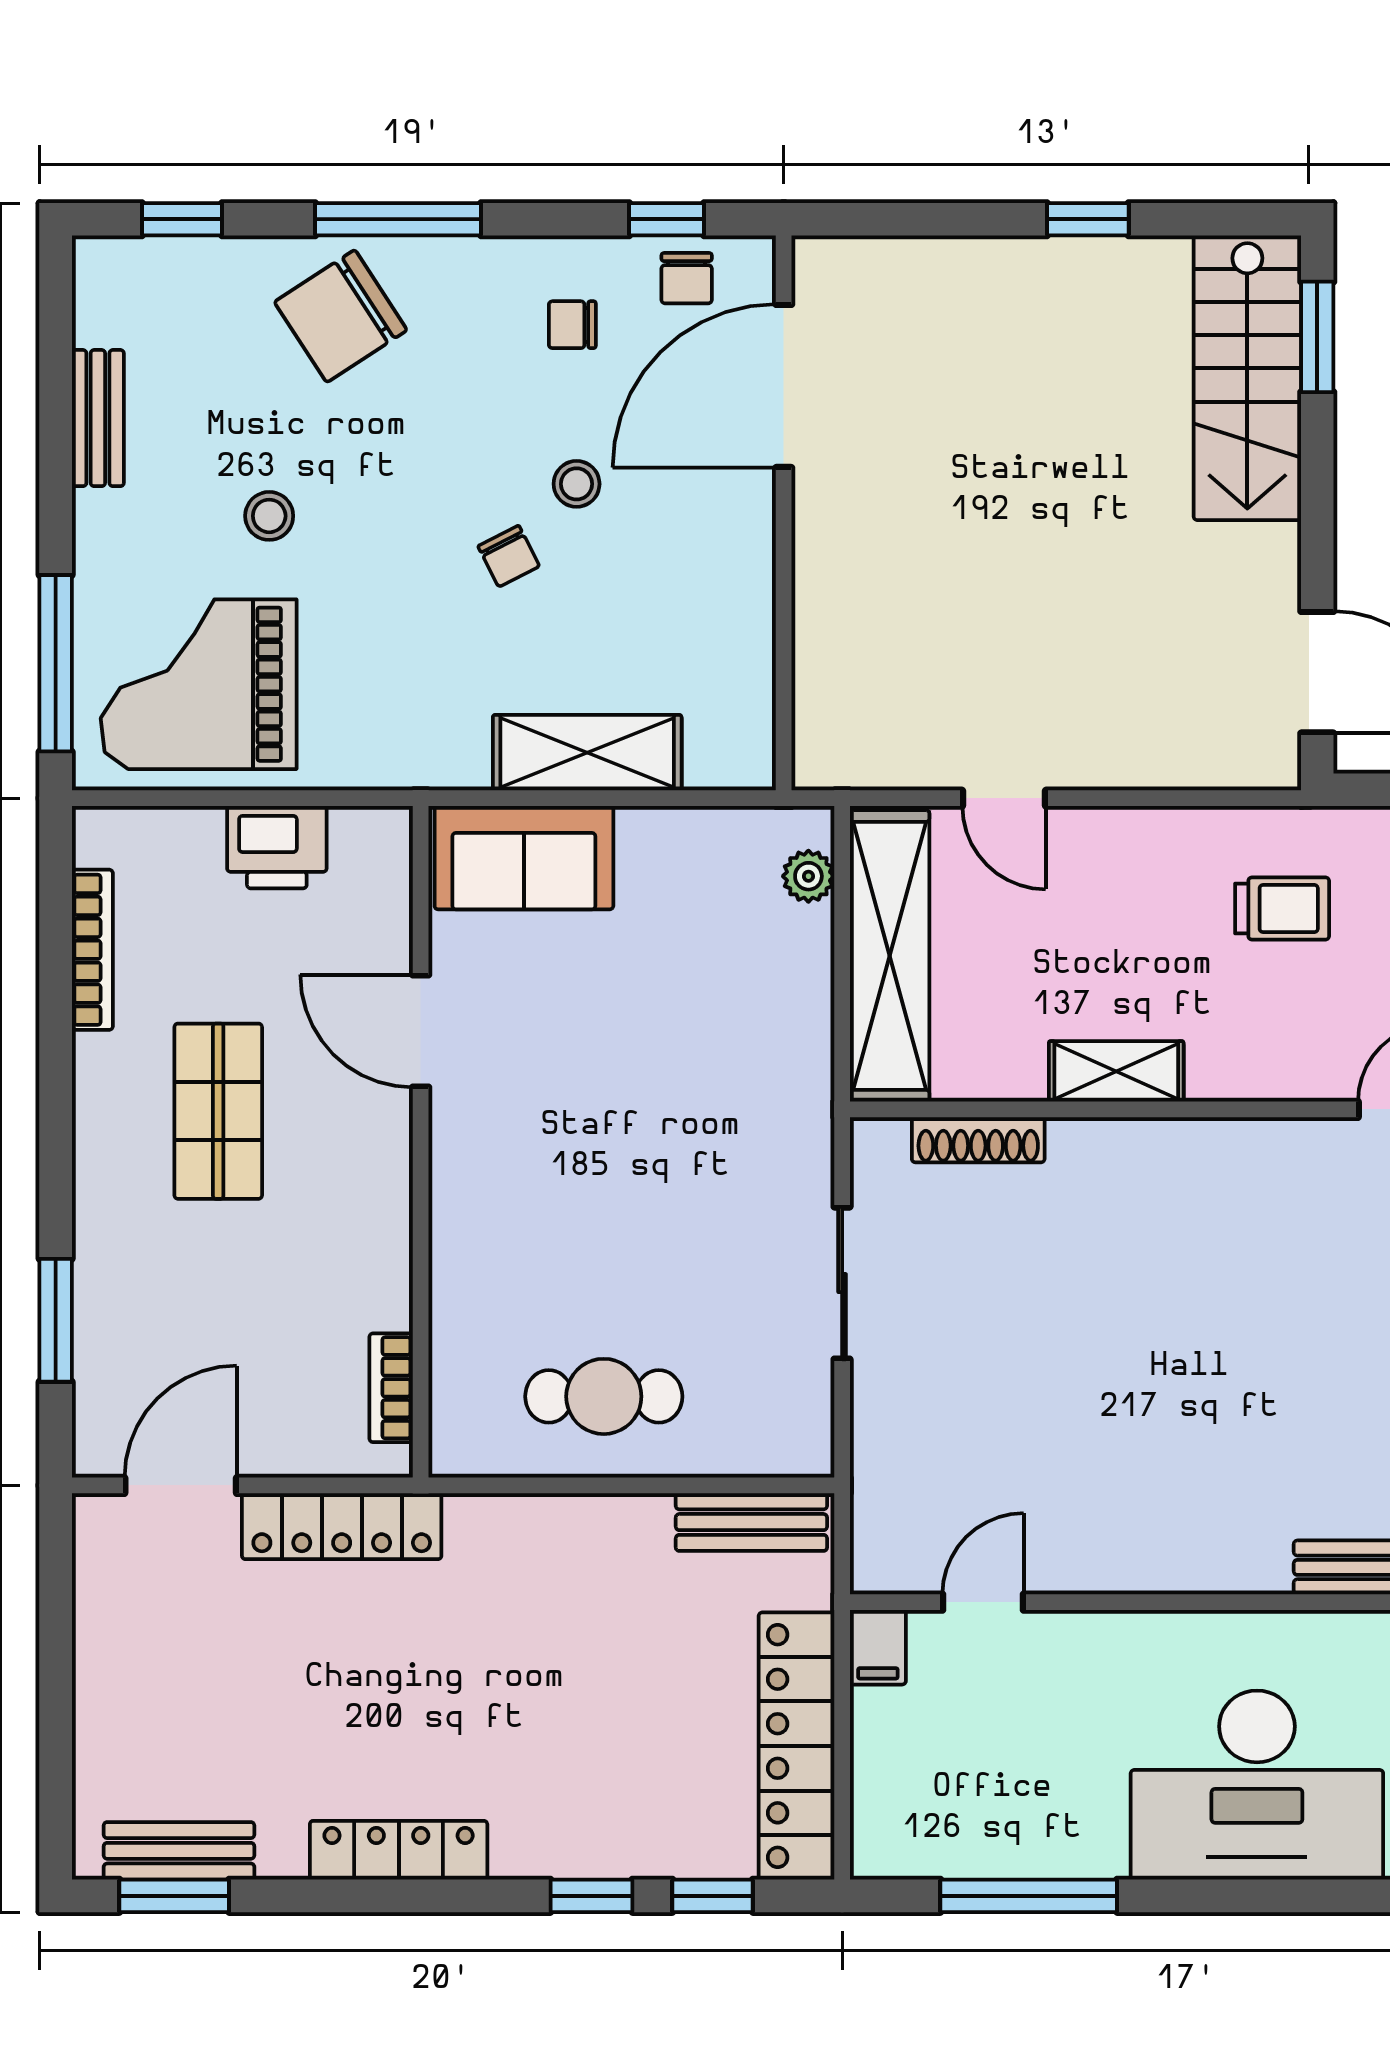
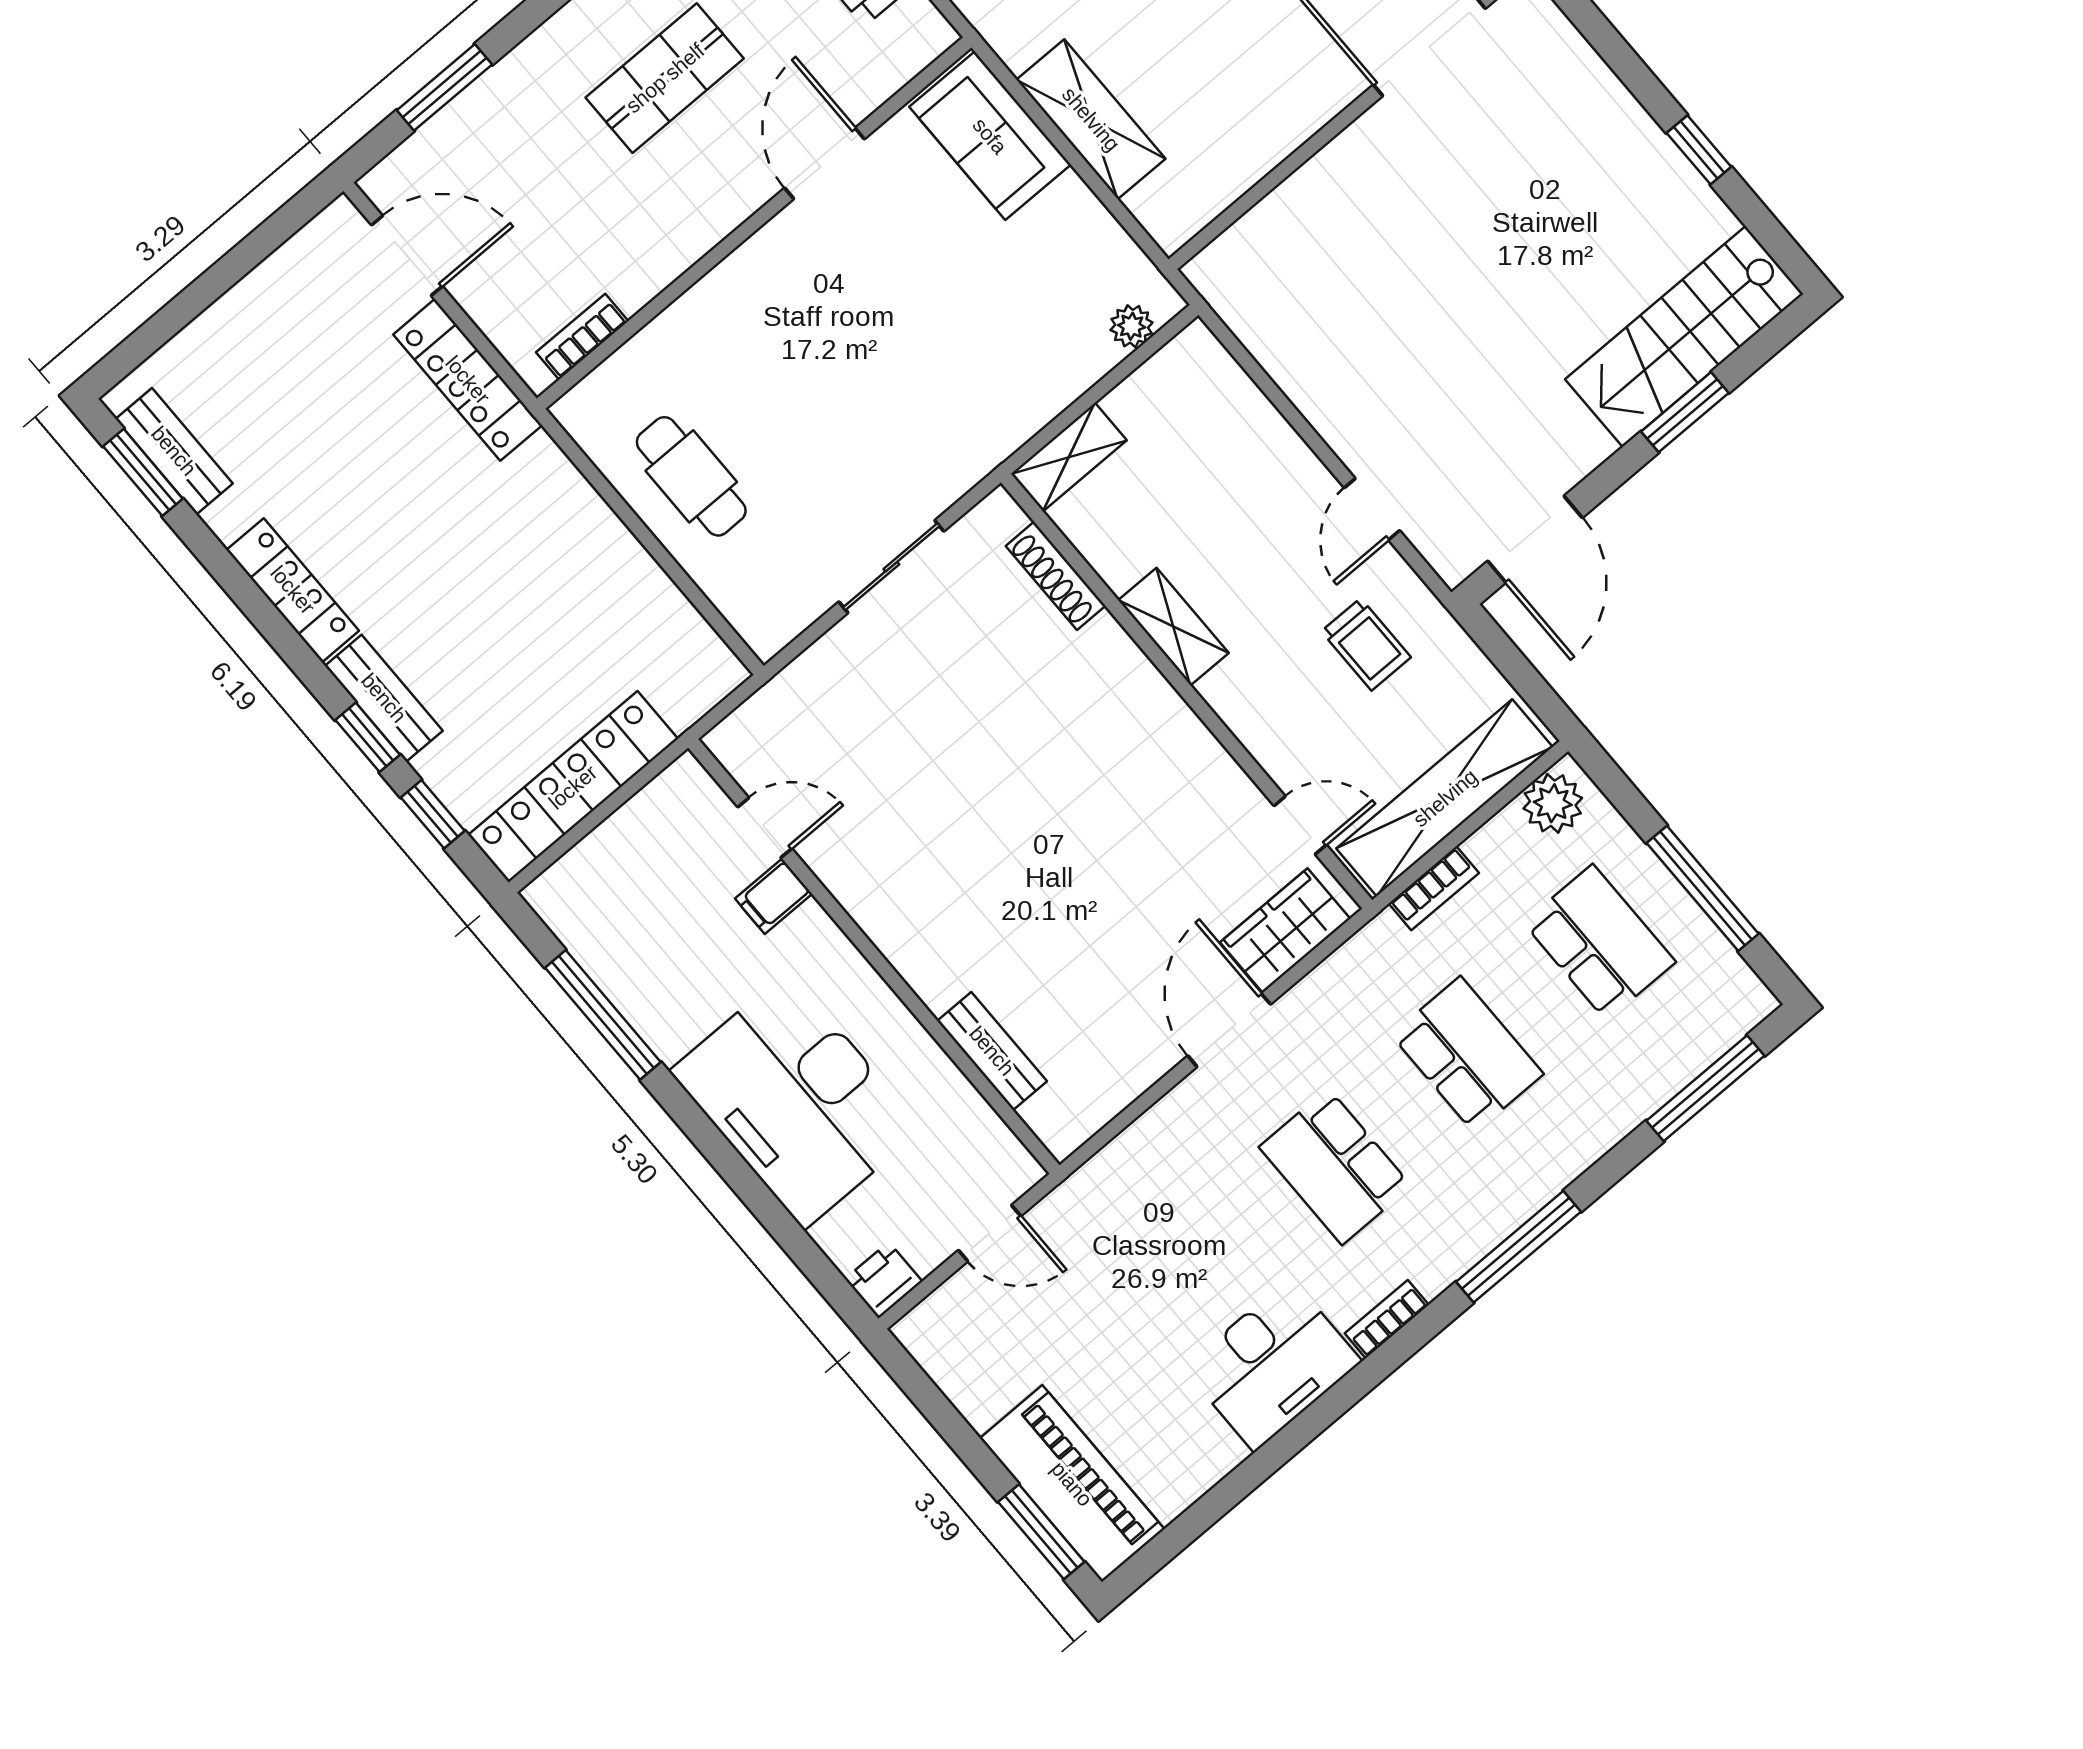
window: (1317, 337) -> (1685, 412), moved
door: (1004, 798) -> (1372, 509), moved
shelving: (890, 956) -> (1069, 457), width x0.45, depth x0.75
bench: (751, 1522) -> (384, 698), moved
filing cabinet: (878, 1647) -> (774, 896), moved

